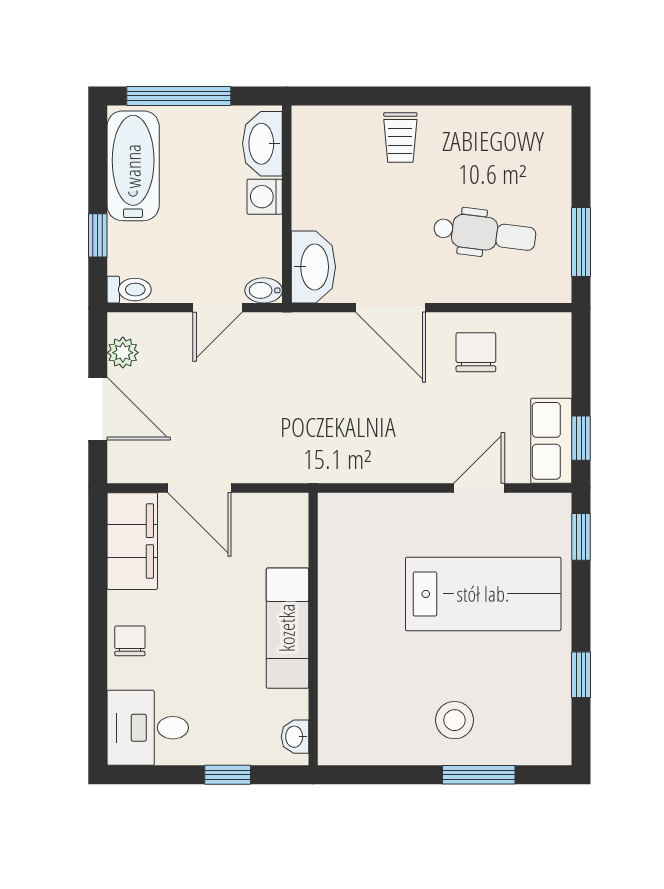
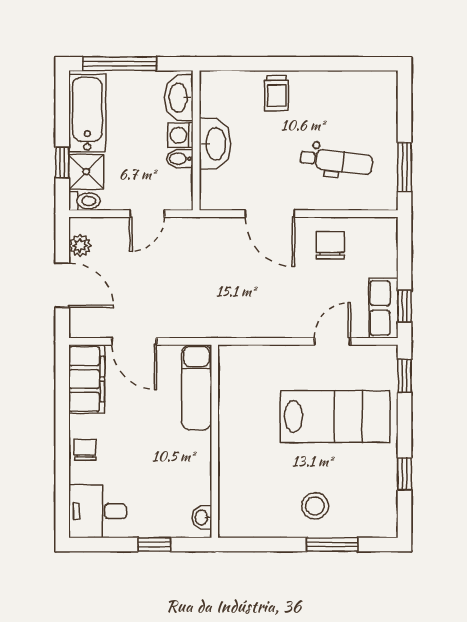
shower: (132, 248) -> (86, 172), added
washbasin: (313, 267) -> (215, 144), moved
bidet: (264, 290) -> (180, 159), moved
exam couch: (287, 628) -> (197, 387), moved

